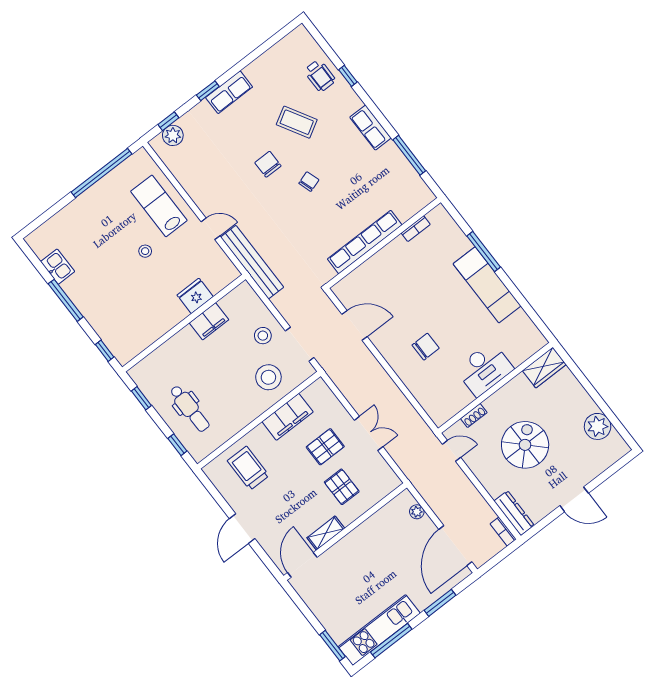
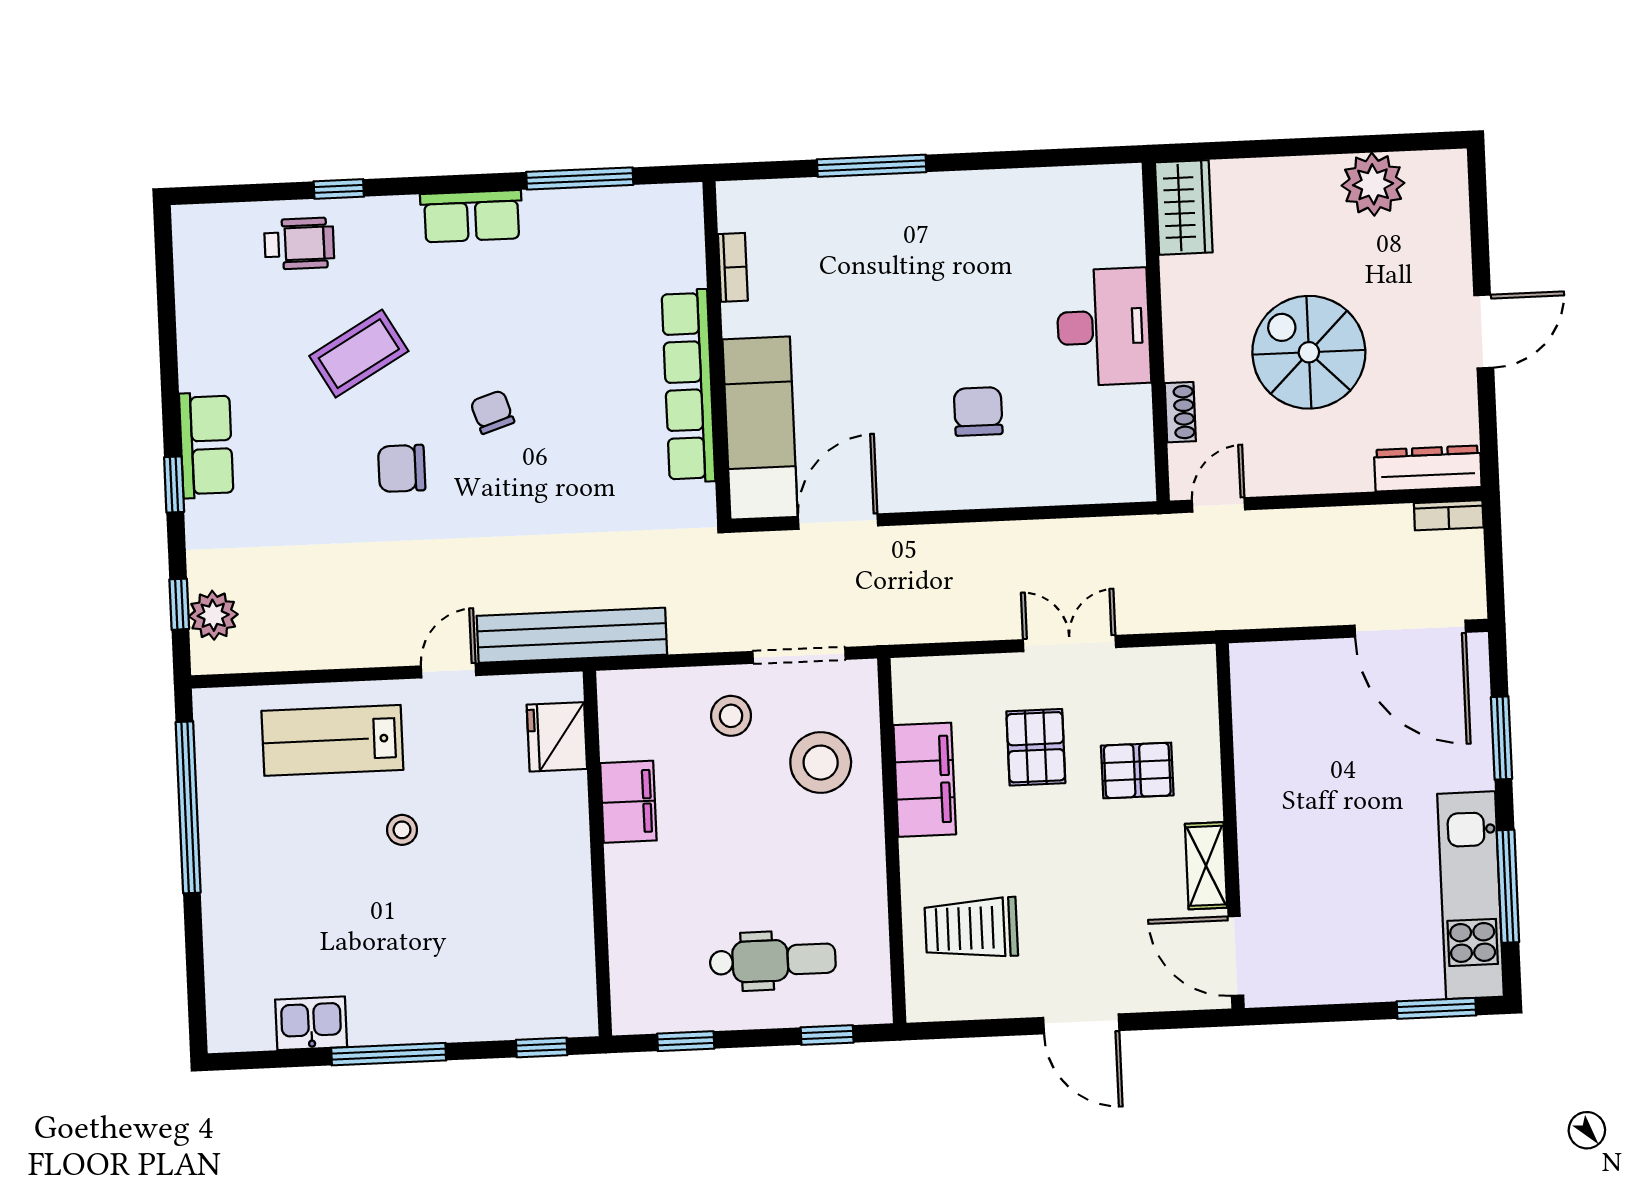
exam couch: (487, 285) -> (760, 428), moved, turned -90
fridge: (195, 296) -> (557, 737), moved
plant: (417, 512) -> (1290, 658), removed

